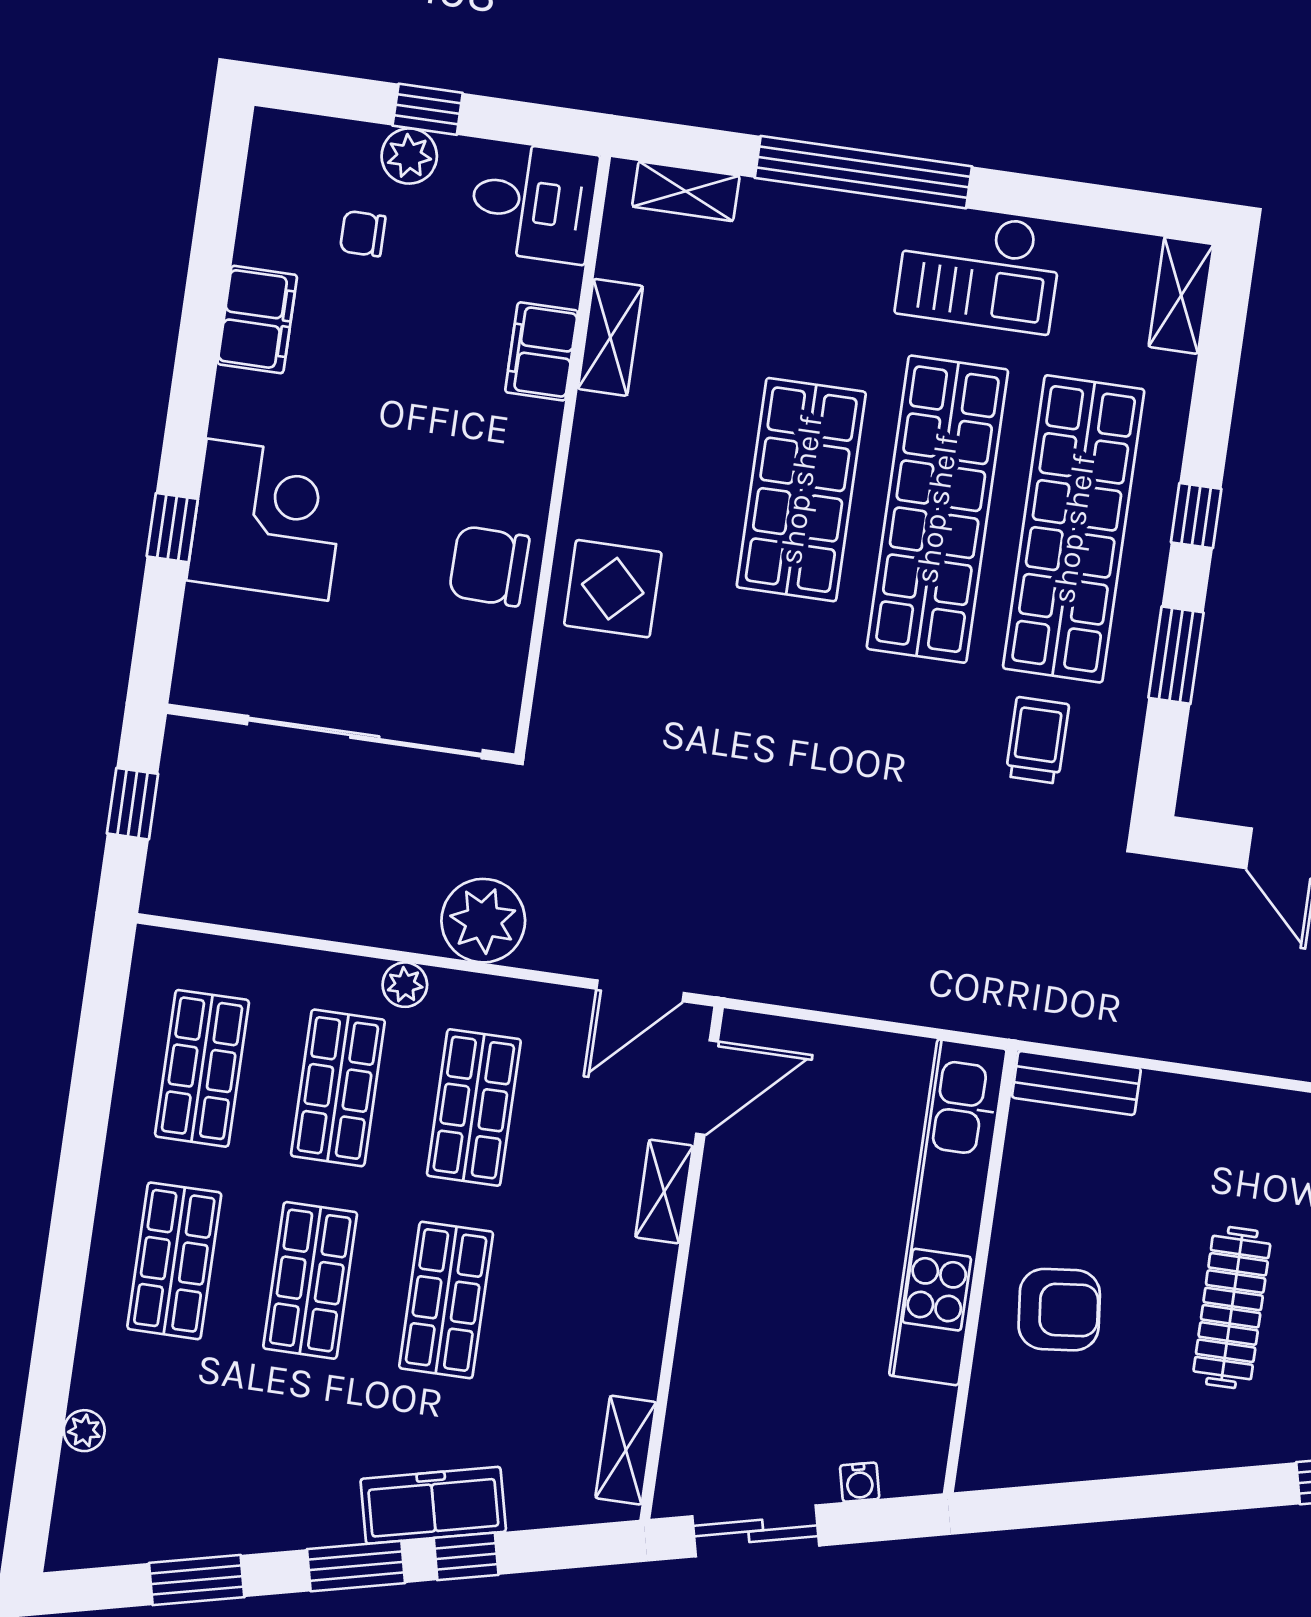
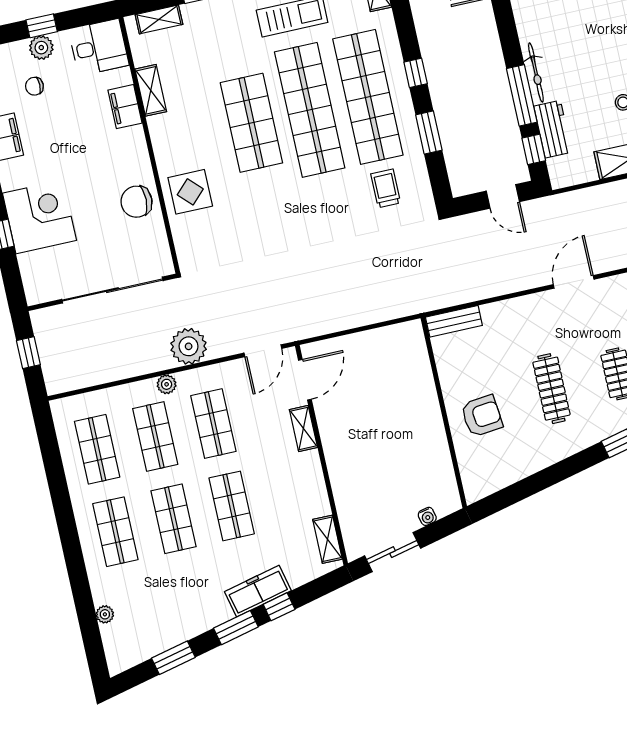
kitchen unit: (948, 1212) -> (422, 393), removed

